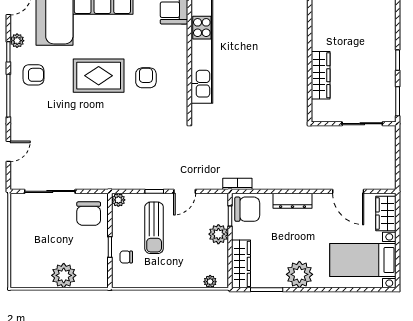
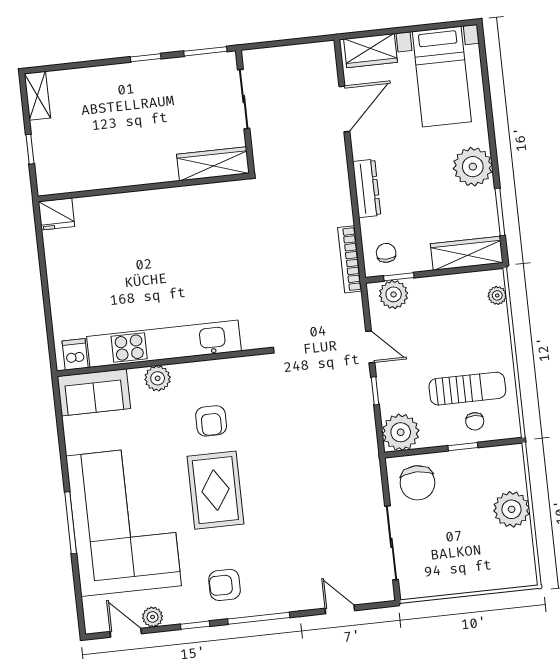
plant: (17, 41) -> (153, 617), moved
plant: (179, 45) -> (158, 378), added
armchair: (34, 75) -> (225, 585), turned -90
wardrobe: (321, 75) -> (213, 164), moved
armchair: (146, 78) -> (211, 421), turned -90
bookcase: (237, 184) -> (350, 259), width x1.56
plant: (118, 200) -> (401, 432), width x1.87, depth x1.87
chair: (247, 209) -> (386, 253), width x0.54, depth x0.54
chair: (89, 214) -> (418, 483), turned 90
sun lounger: (154, 228) -> (467, 389), moved
plant: (218, 234) -> (394, 294), moved

